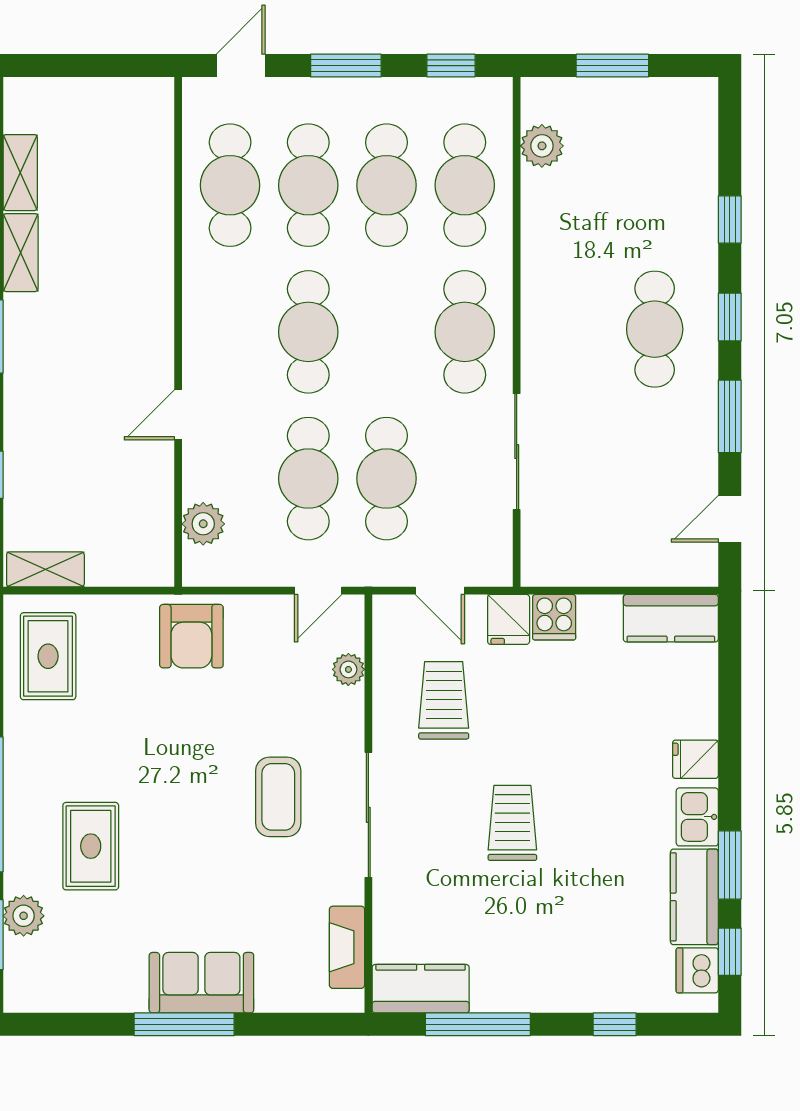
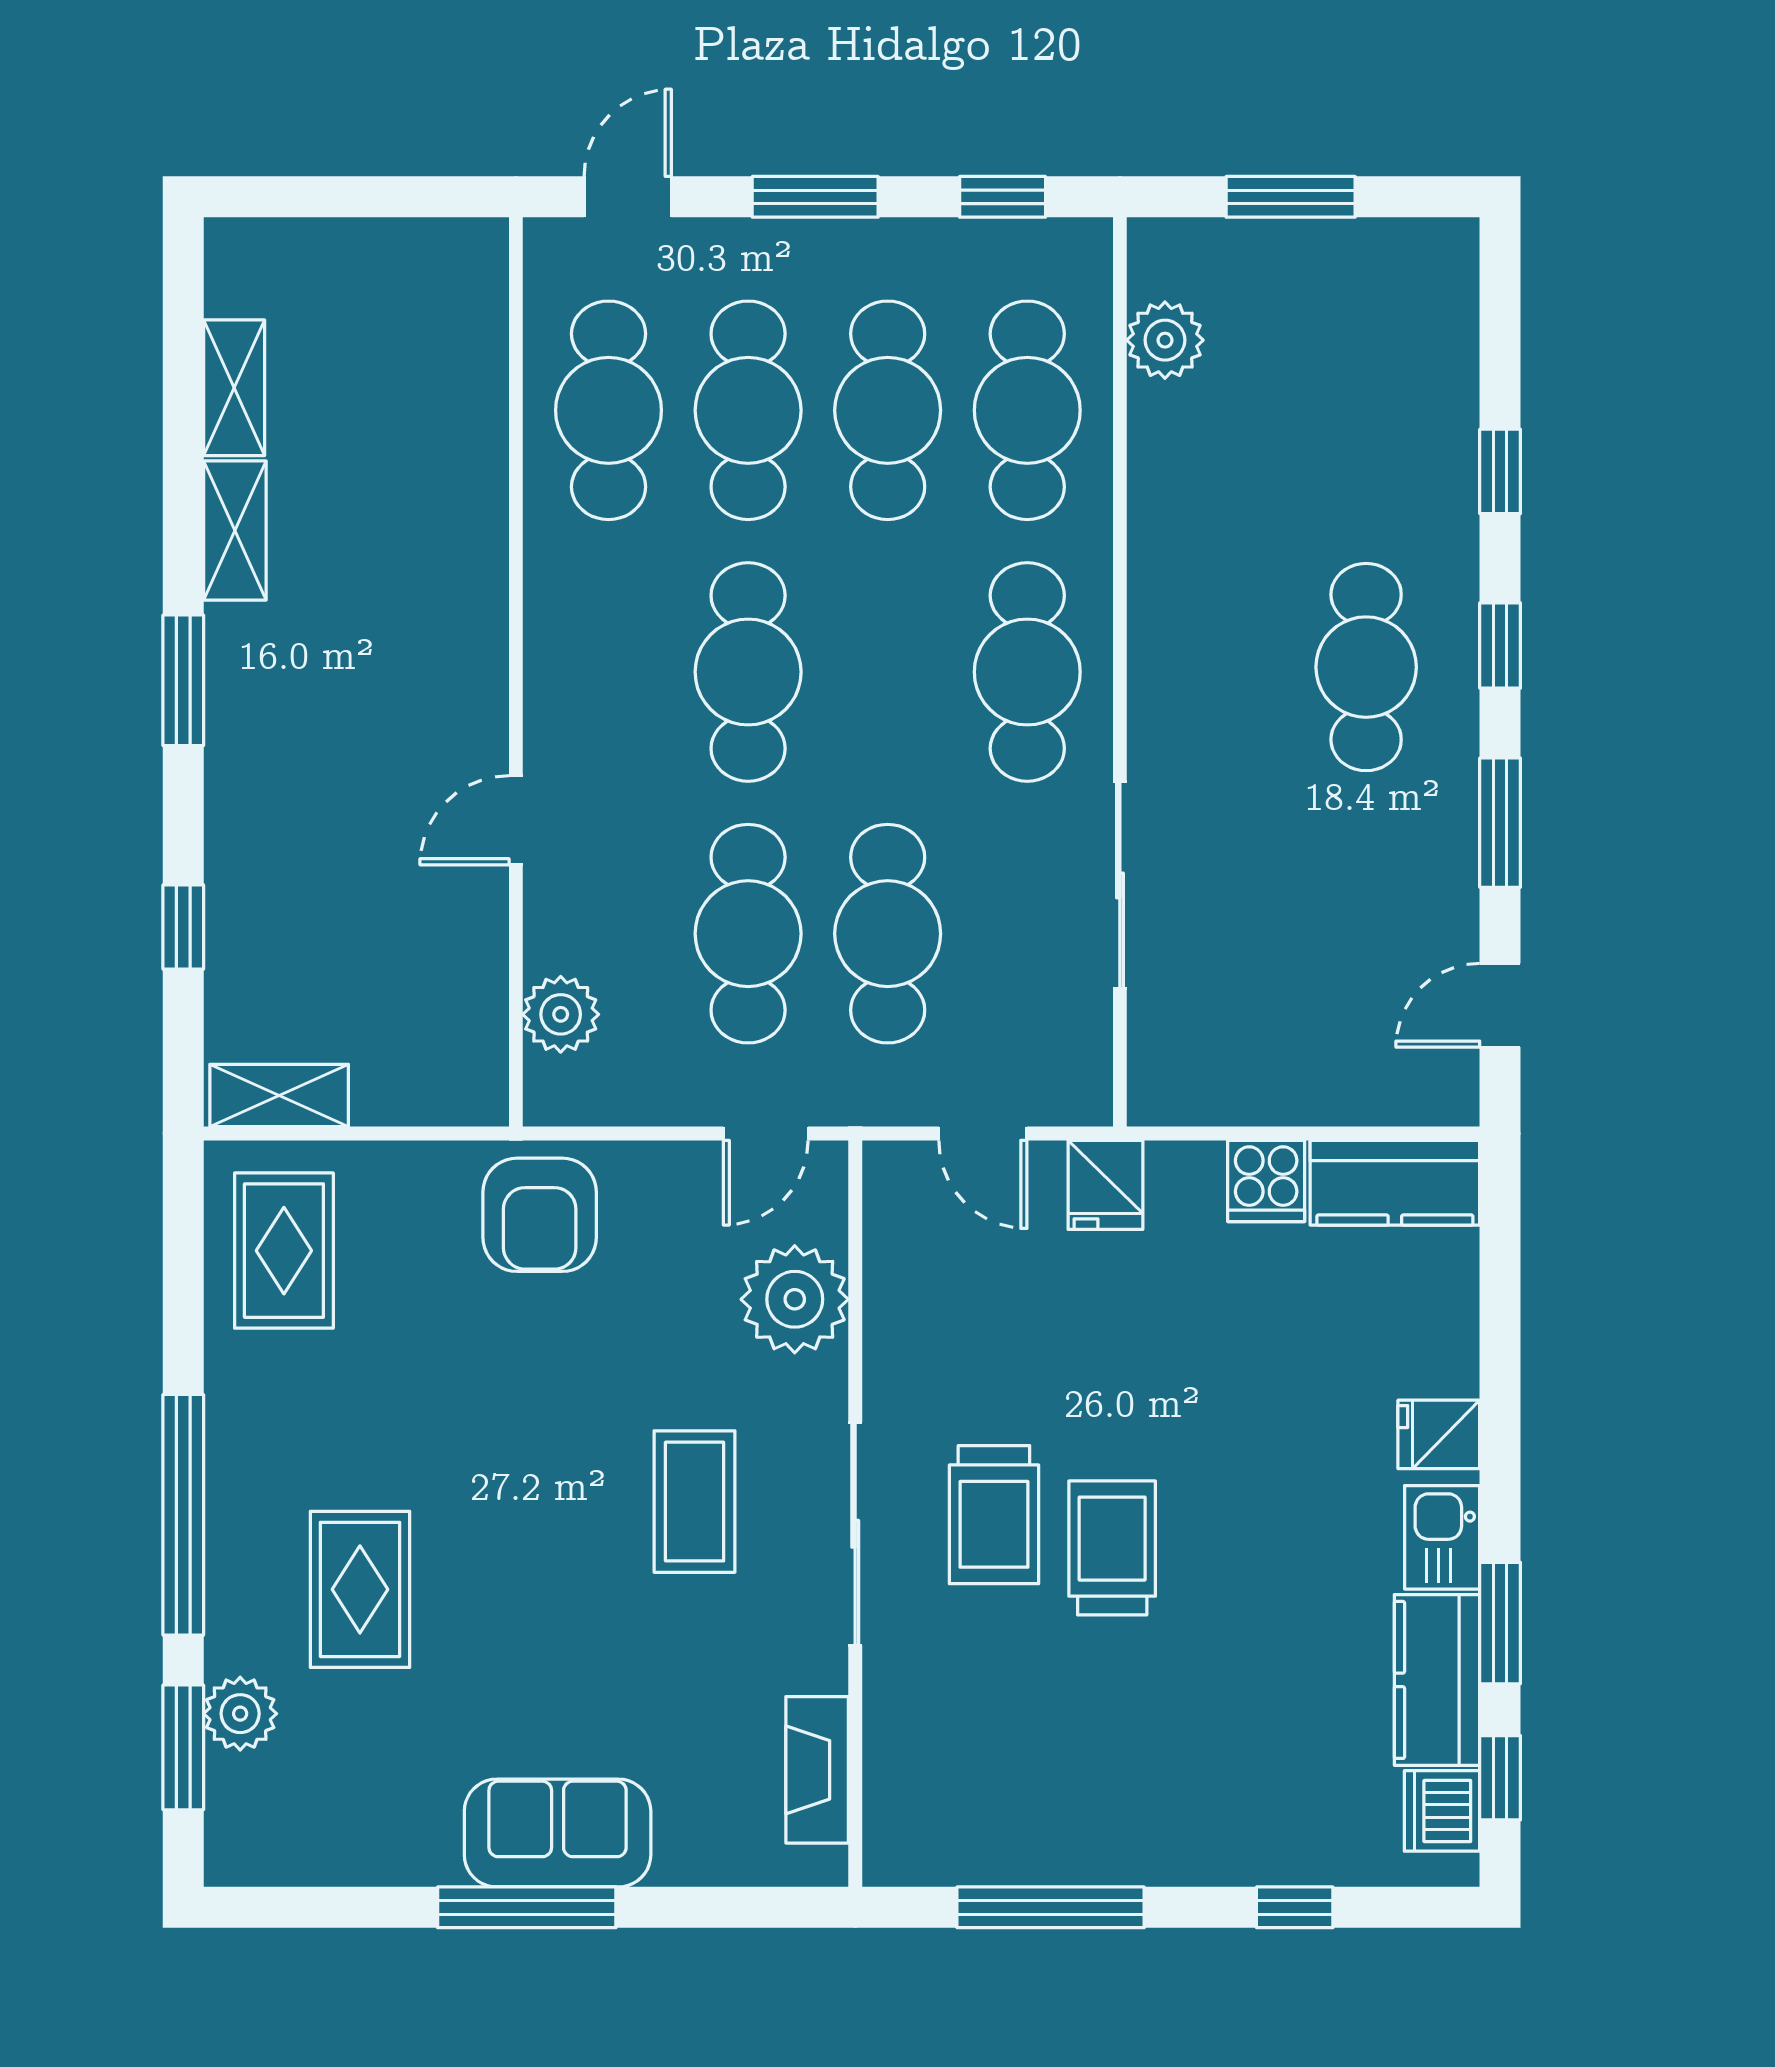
cooker: (554, 617) -> (1266, 1181), moved
plant: (348, 669) -> (795, 1299), width x1.87, depth x1.87
trolley: (444, 700) -> (994, 1515), moved, turned 180
kitchen counter: (421, 989) -> (949, 1844), removed

